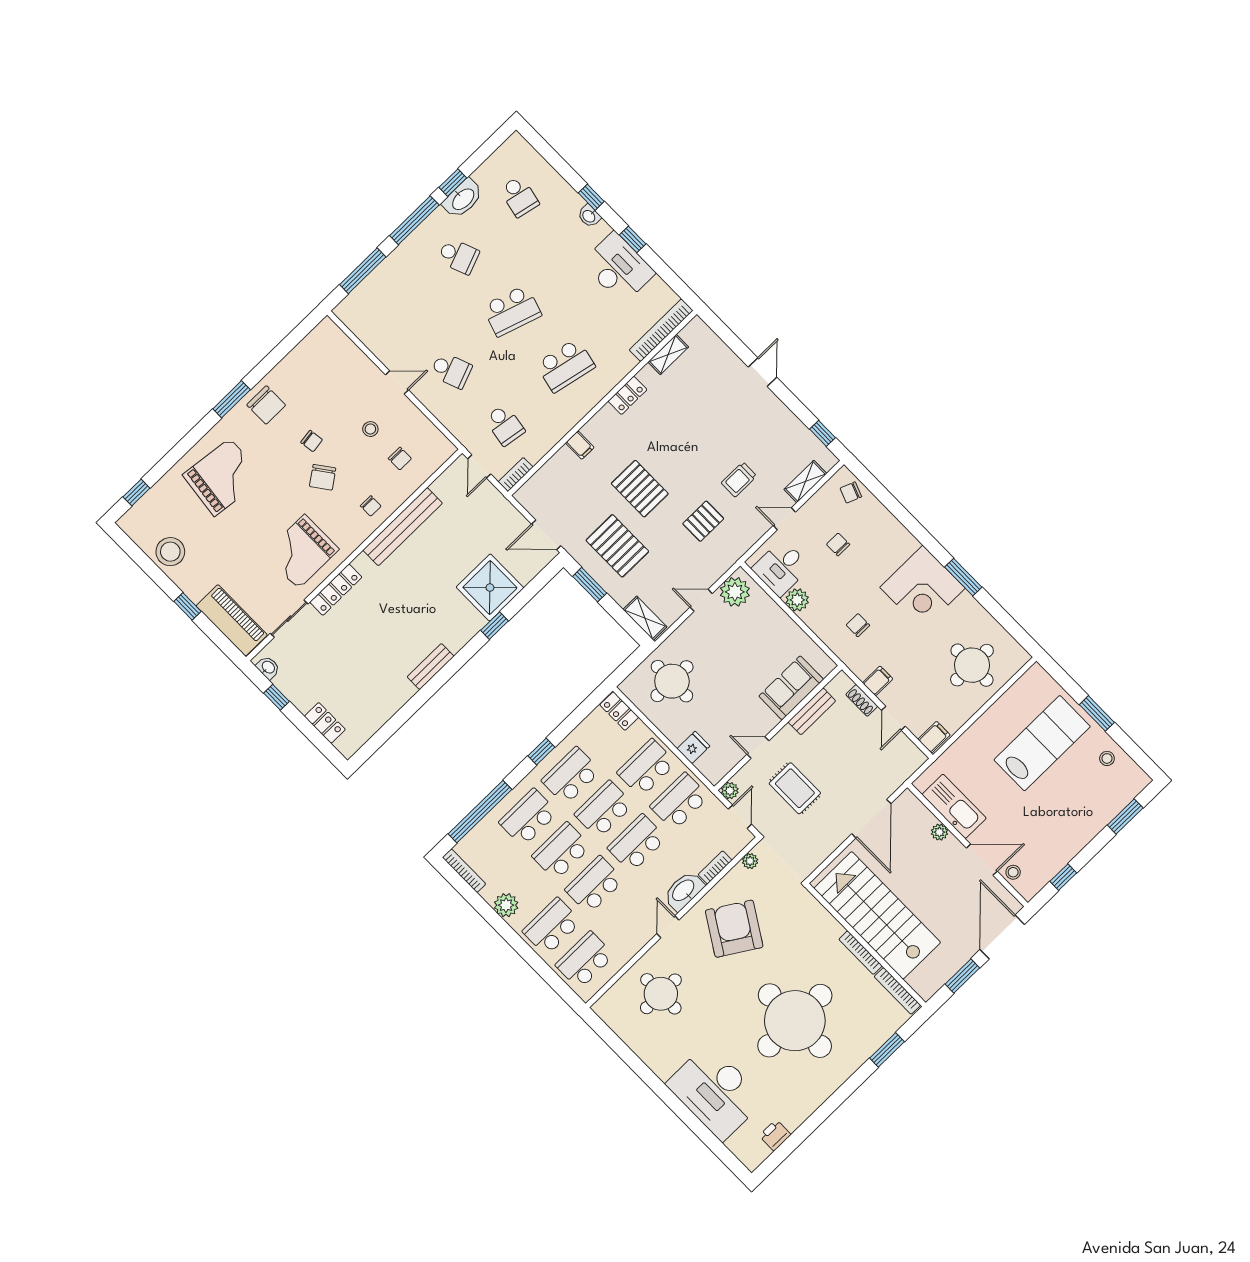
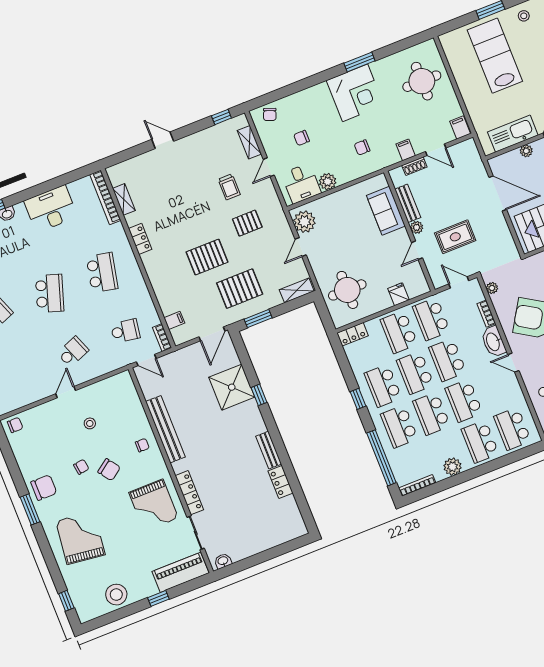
window: (633, 239) -> (35, 191), removed
filing cabinet: (580, 445) -> (174, 320), moved
chair: (400, 459) -> (15, 425), moved
pallet: (703, 521) -> (247, 223), turned 90
window: (277, 697) -> (246, 564), removed
locker: (325, 723) -> (280, 482), moved, turned -90
plant: (730, 791) -> (417, 227), moved

